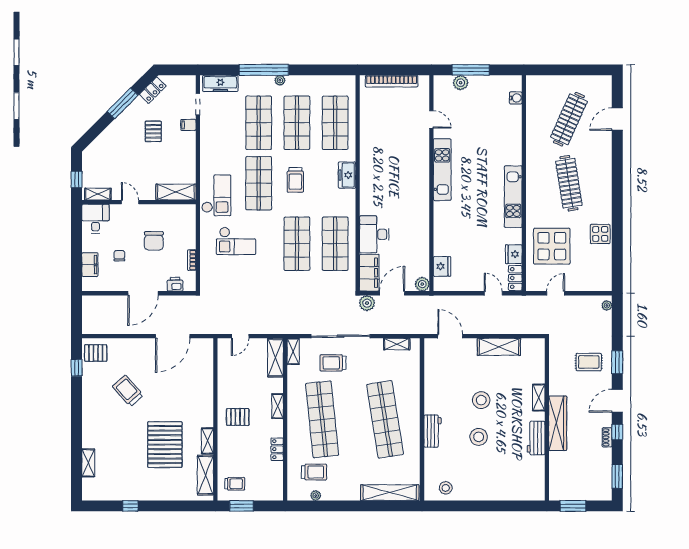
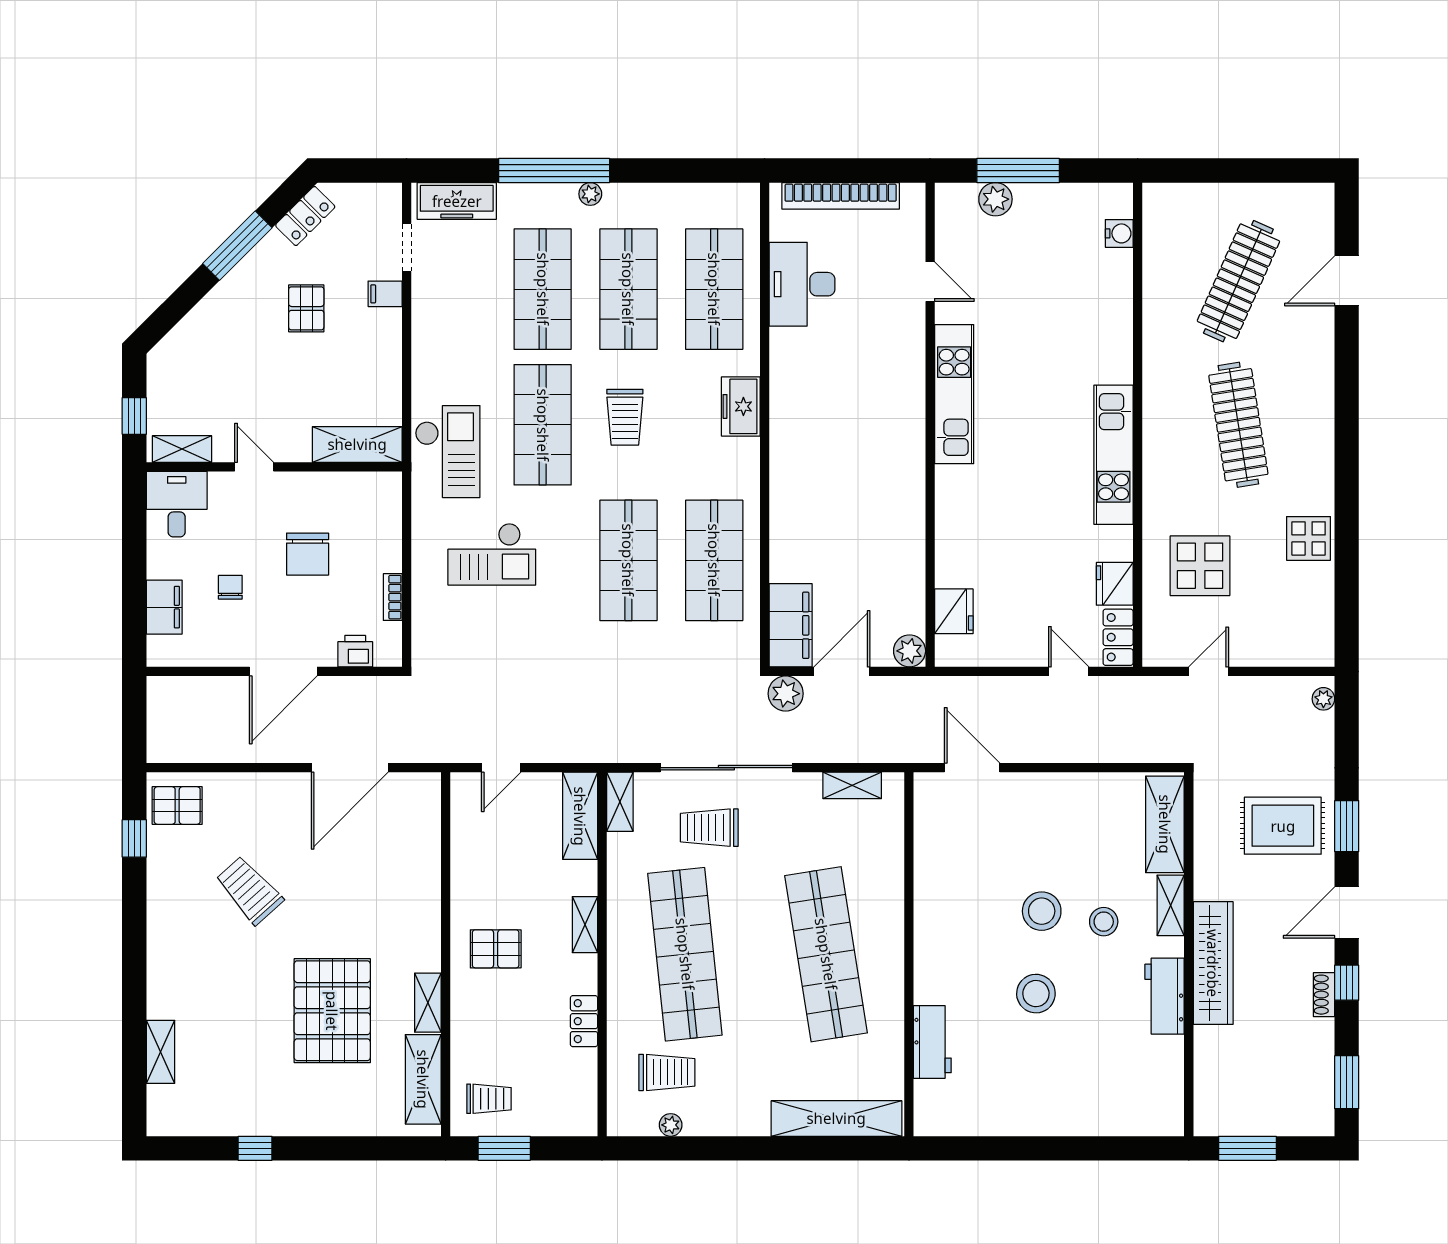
desk: (374, 234) -> (802, 284), moved
display table: (552, 246) -> (1200, 566), width x0.73, depth x0.73
shelving: (499, 347) -> (1165, 824), moved, turned 90
rug: (589, 362) -> (1283, 826), width x1.36, depth x1.43
workbench: (432, 431) -> (932, 1042), moved
stool: (446, 488) -> (1104, 922), moved

